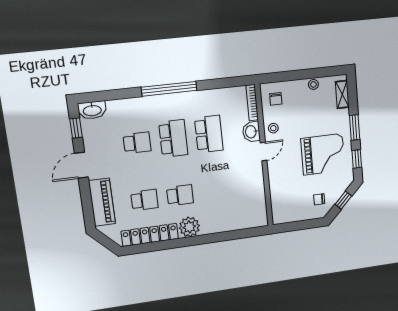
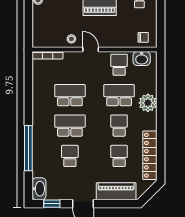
window: (169, 89) -> (28, 148), moved
chair: (276, 99) -> (143, 37), moved
washbasin: (251, 132) -> (142, 58), moved
school desk: (249, 186) -> (119, 65), added
school desk: (215, 191) -> (119, 95), added
plant: (189, 227) -> (148, 103), moved

